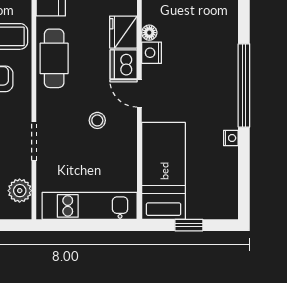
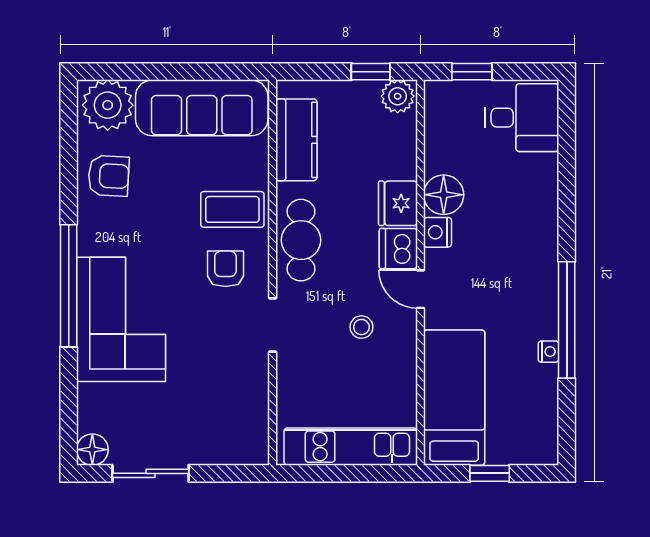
floor lamp: (149, 33) -> (444, 195), width x1.89, depth x1.89
window: (244, 85) -> (567, 320), moved
doorway: (34, 141) -> (273, 325), moved
plant: (20, 191) -> (253, 425), removed

